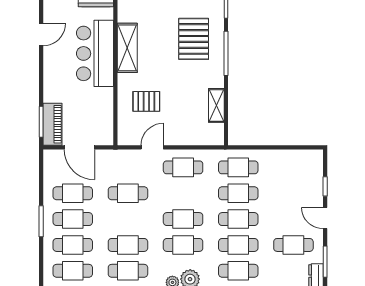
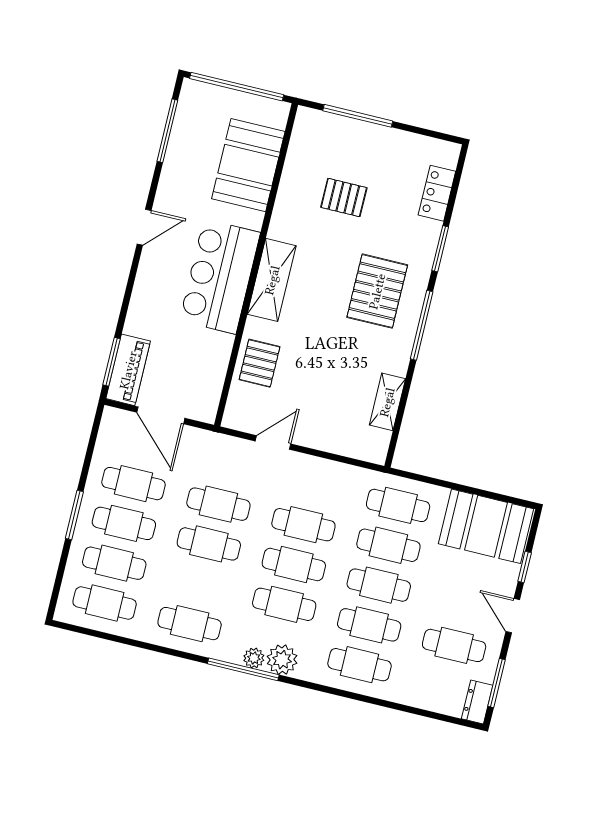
pallet: (146, 101) -> (260, 363), moved, turned 90
cafe table: (183, 167) -> (303, 525), moved
booth: (295, 167) -> (486, 526), added
cafe table: (128, 245) -> (209, 544), moved

